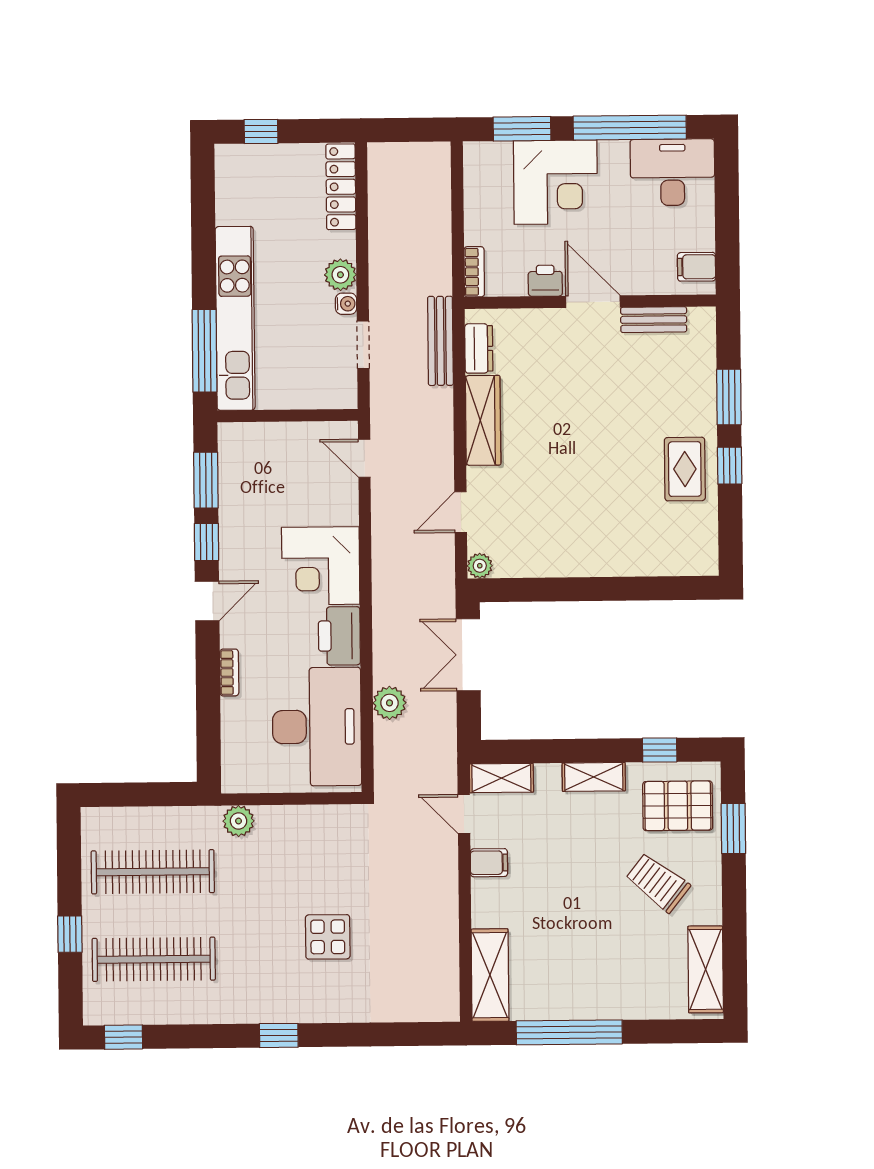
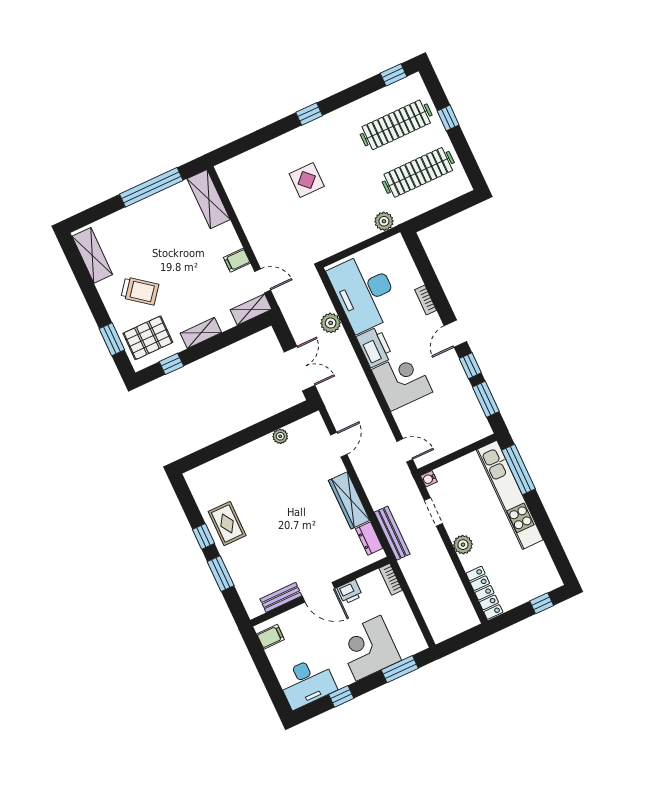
window: (630, 128) -> (341, 696), width x0.32
water cooler: (346, 304) -> (429, 479), moved
plant: (480, 566) -> (280, 436), moved

